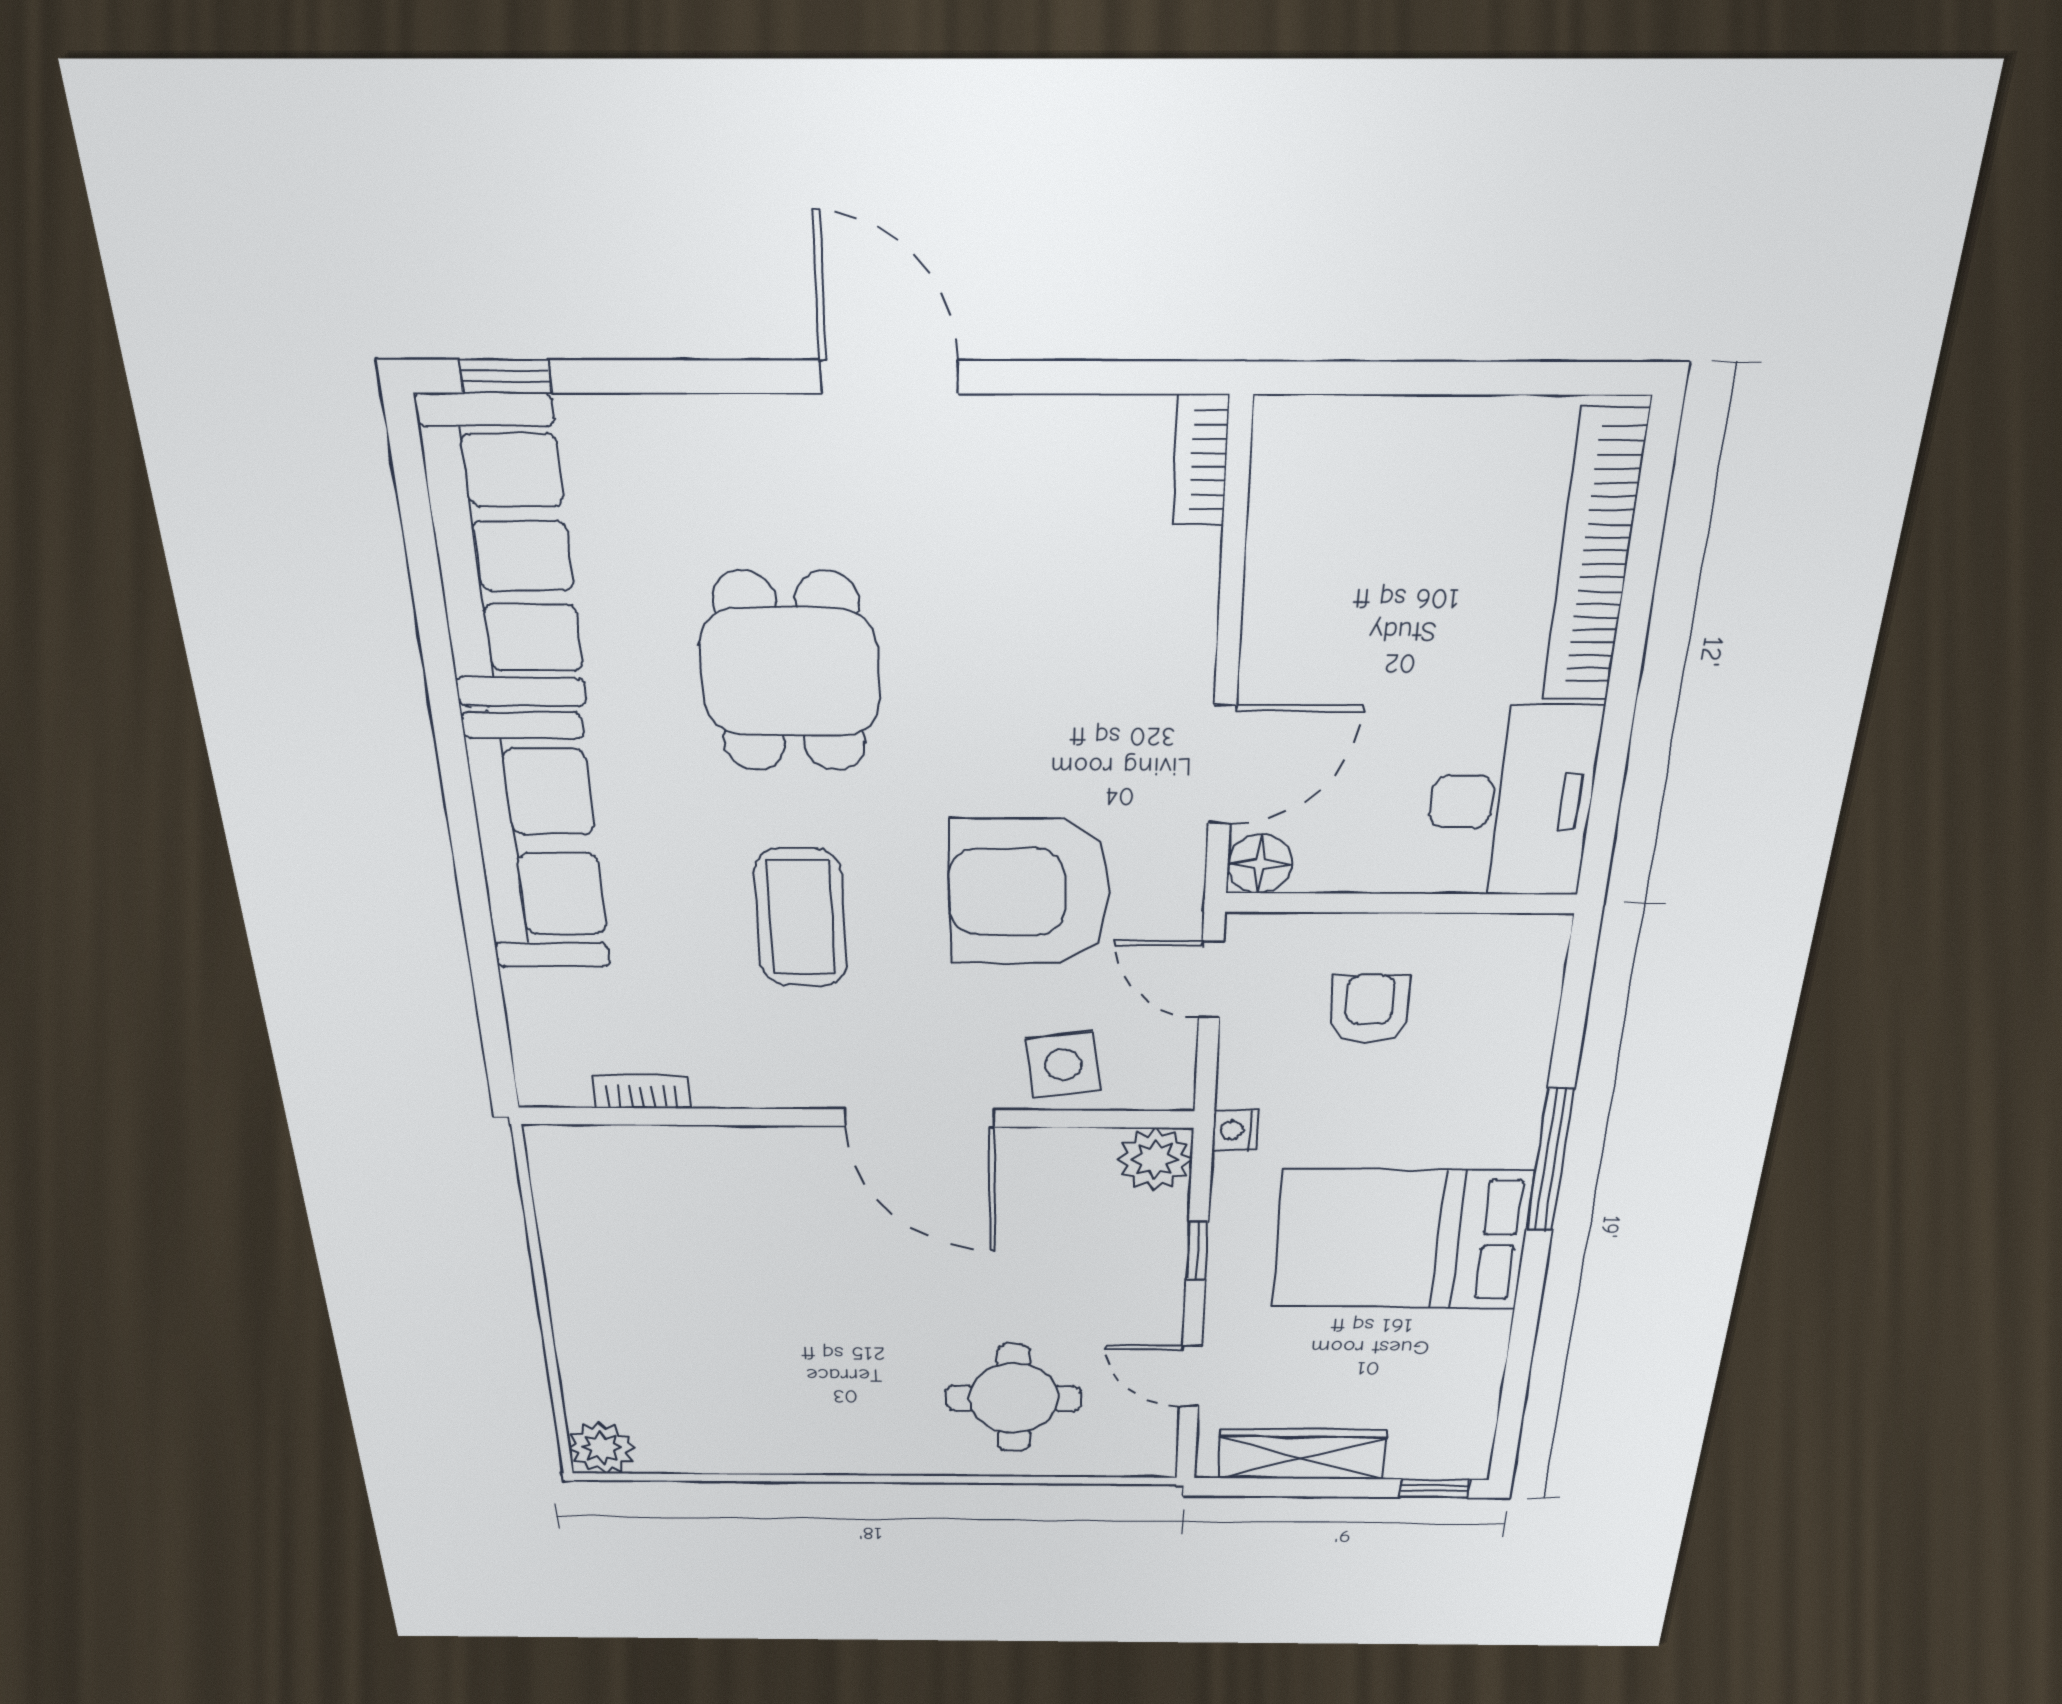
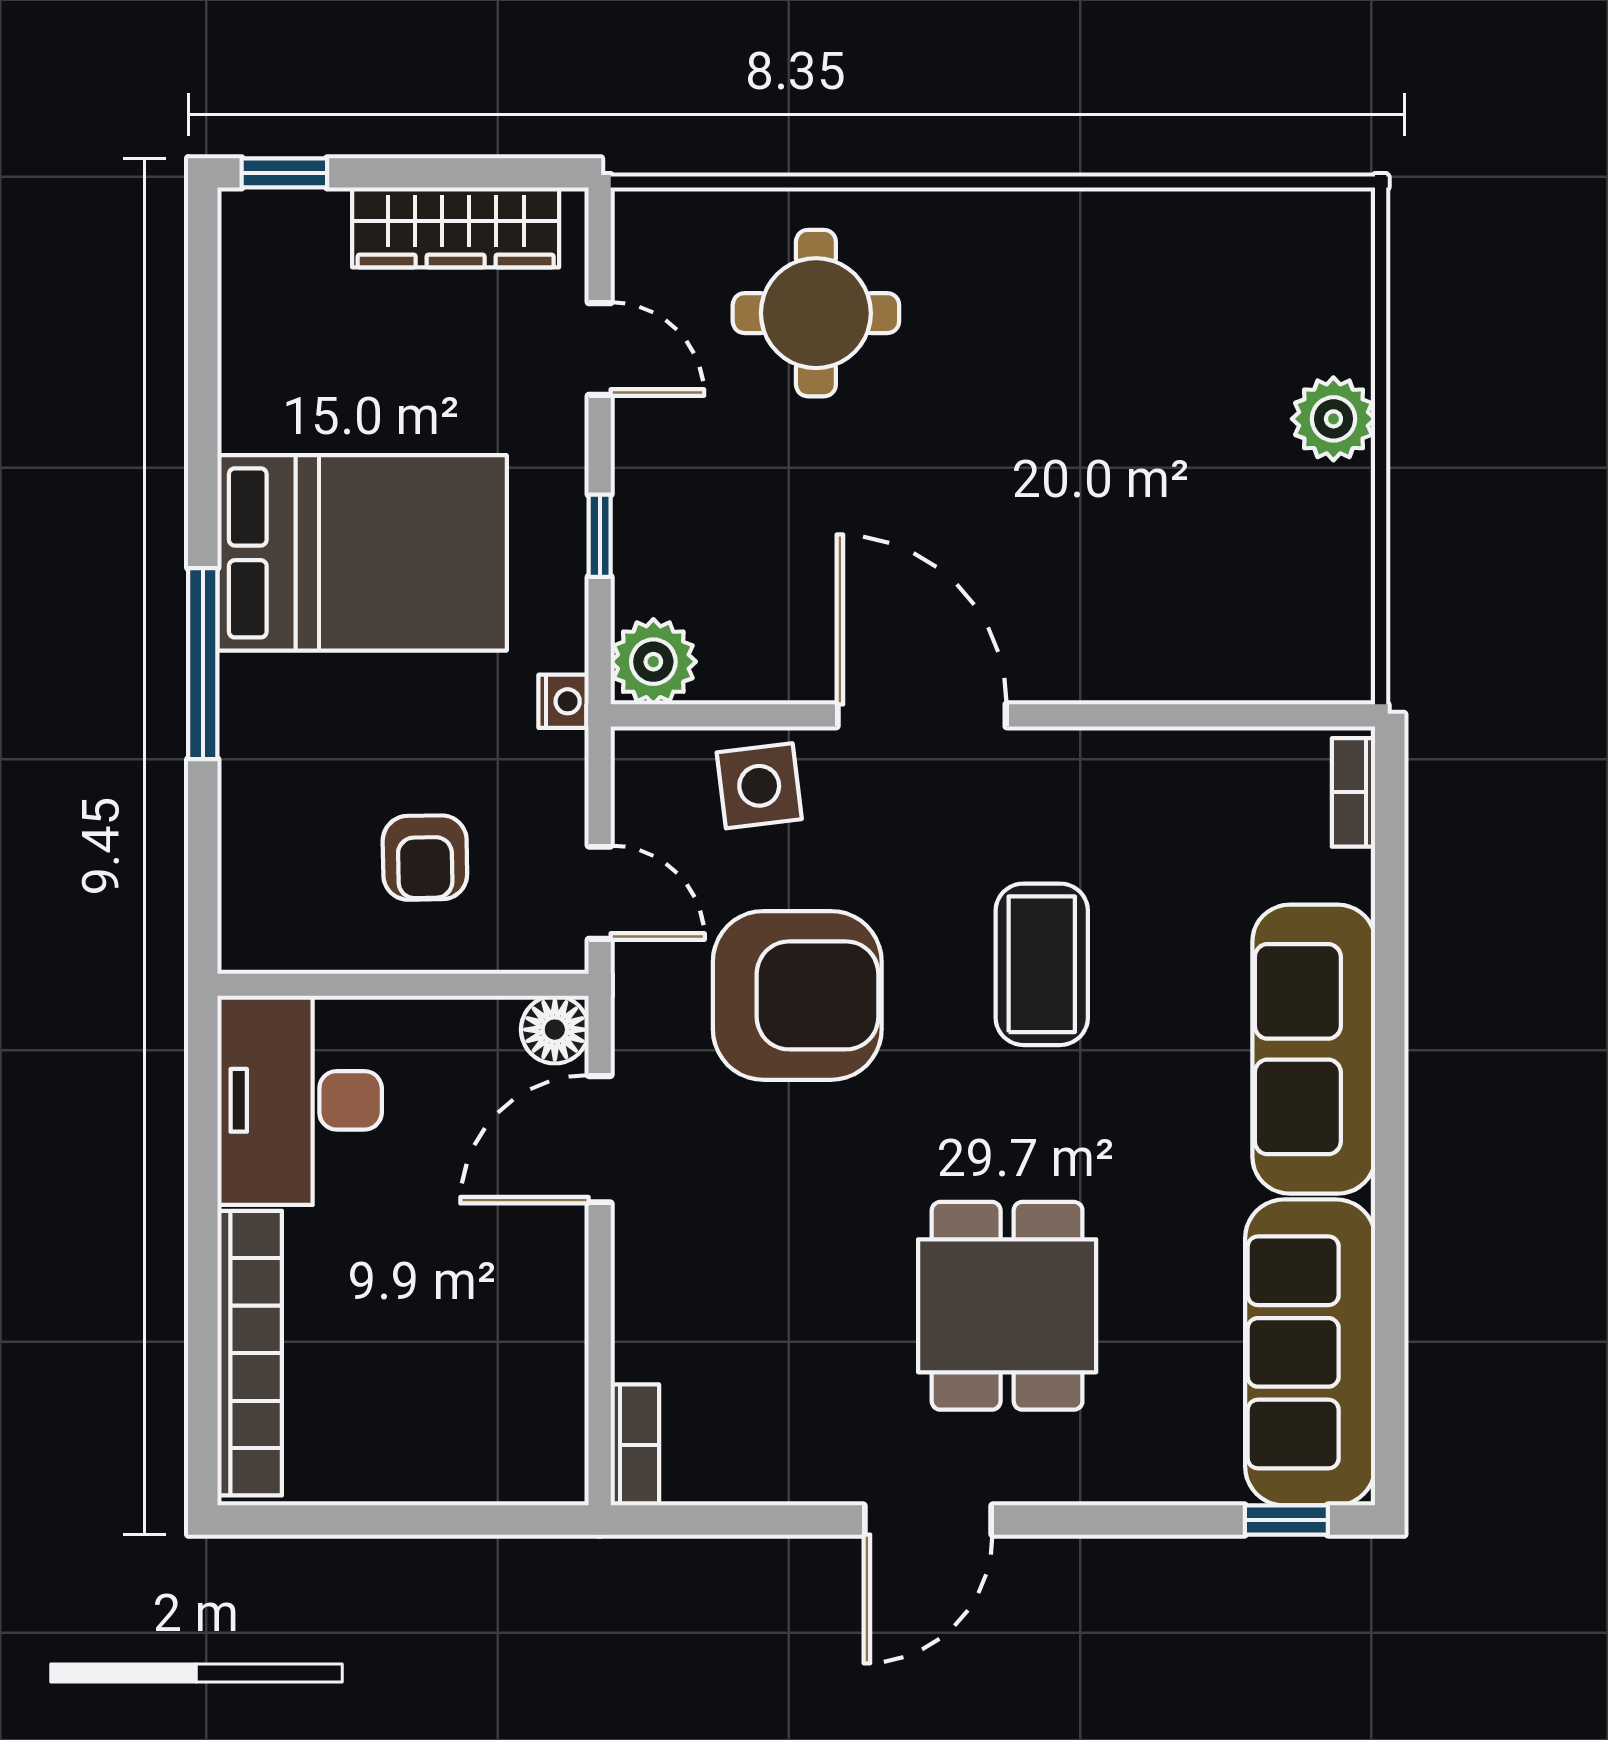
door: (889, 377) -> (928, 1520), hinge flipped
dining table: (790, 673) -> (1007, 1306), moved
bookcase: (641, 1092) -> (1353, 792), moved, turned 90
plant: (602, 1448) -> (1333, 419), moved

